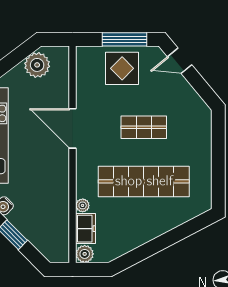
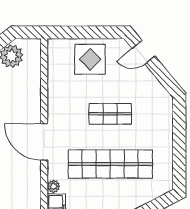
window: (124, 39) -> (92, 32), removed
door: (72, 128) -> (44, 142), moved

